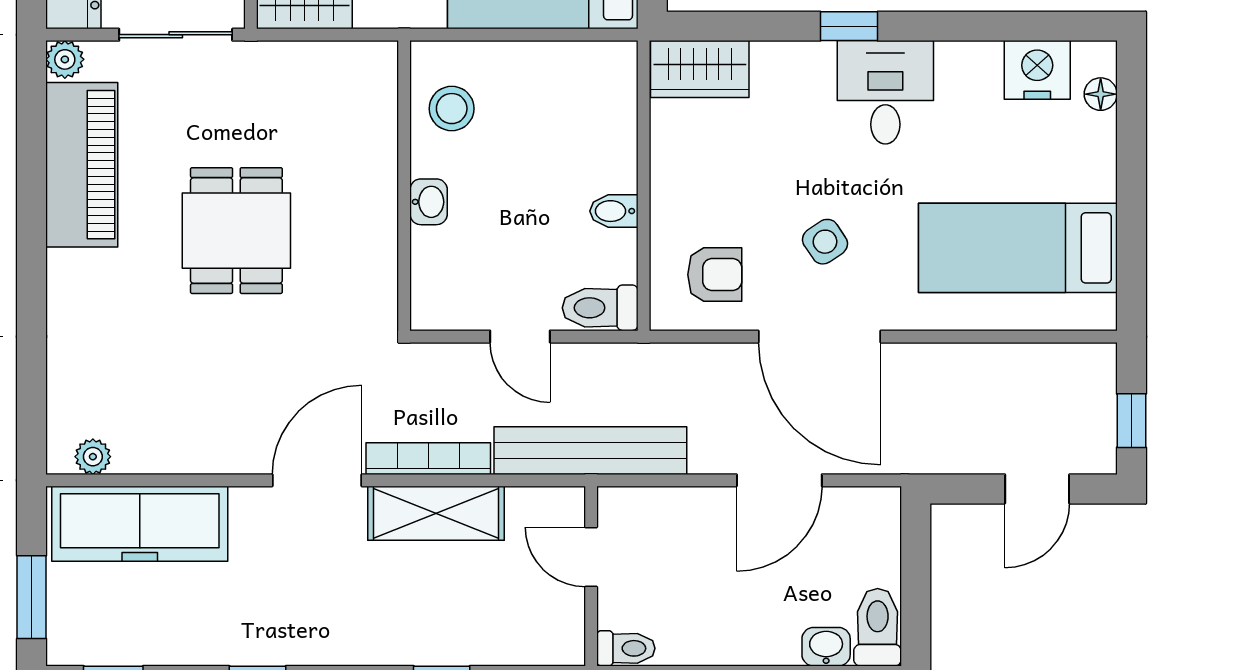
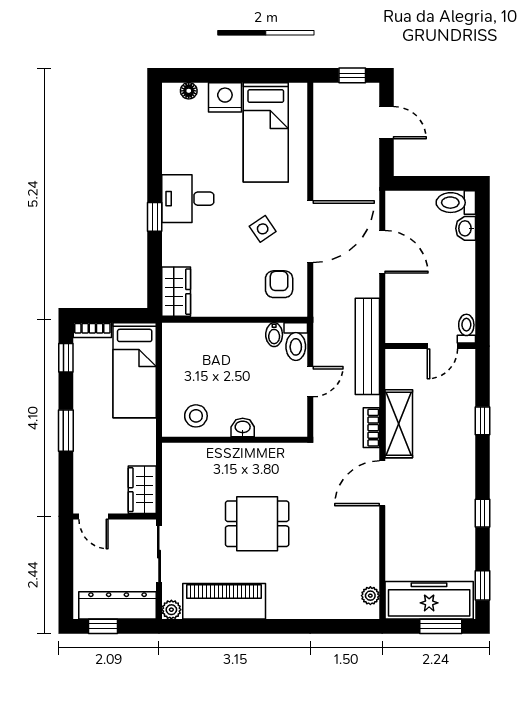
nightstand: (1037, 70) -> (225, 97), moved, turned 90
bidet: (614, 211) -> (274, 335), moved
bookcase: (428, 459) -> (371, 428), width x0.64
door: (317, 480) -> (382, 483), hinge flipped
freezer: (140, 524) -> (429, 600), moved, turned -90
door: (591, 557) -> (442, 346), moved

